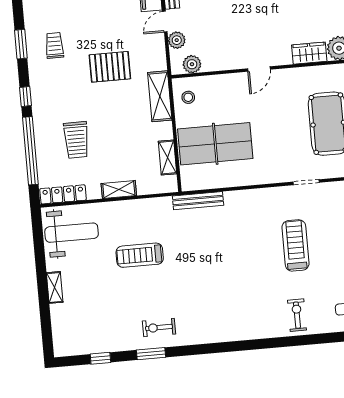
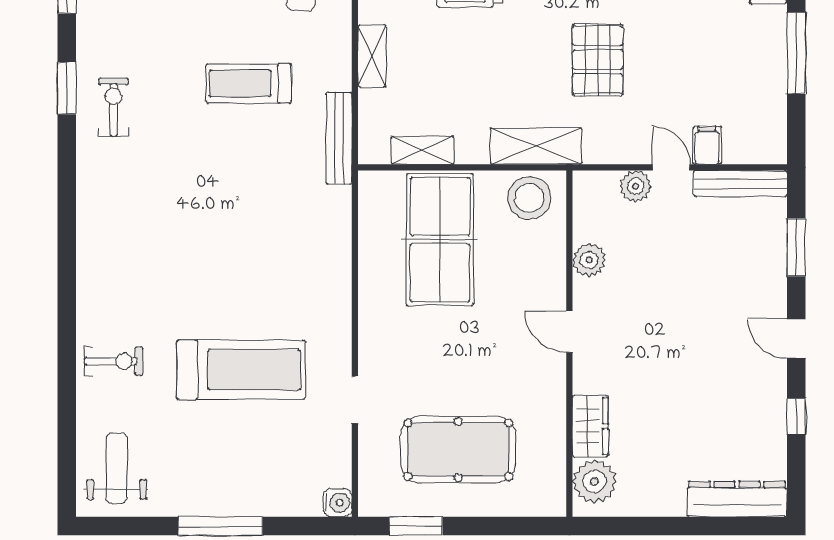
plant: (192, 64) -> (589, 260), moved
stool: (188, 97) -> (529, 198), width x1.89, depth x1.89
bench: (198, 201) -> (339, 138), moved
treadmill: (296, 245) -> (241, 370), width x1.37, depth x1.38
treadmill: (140, 255) -> (249, 83), turned -90

